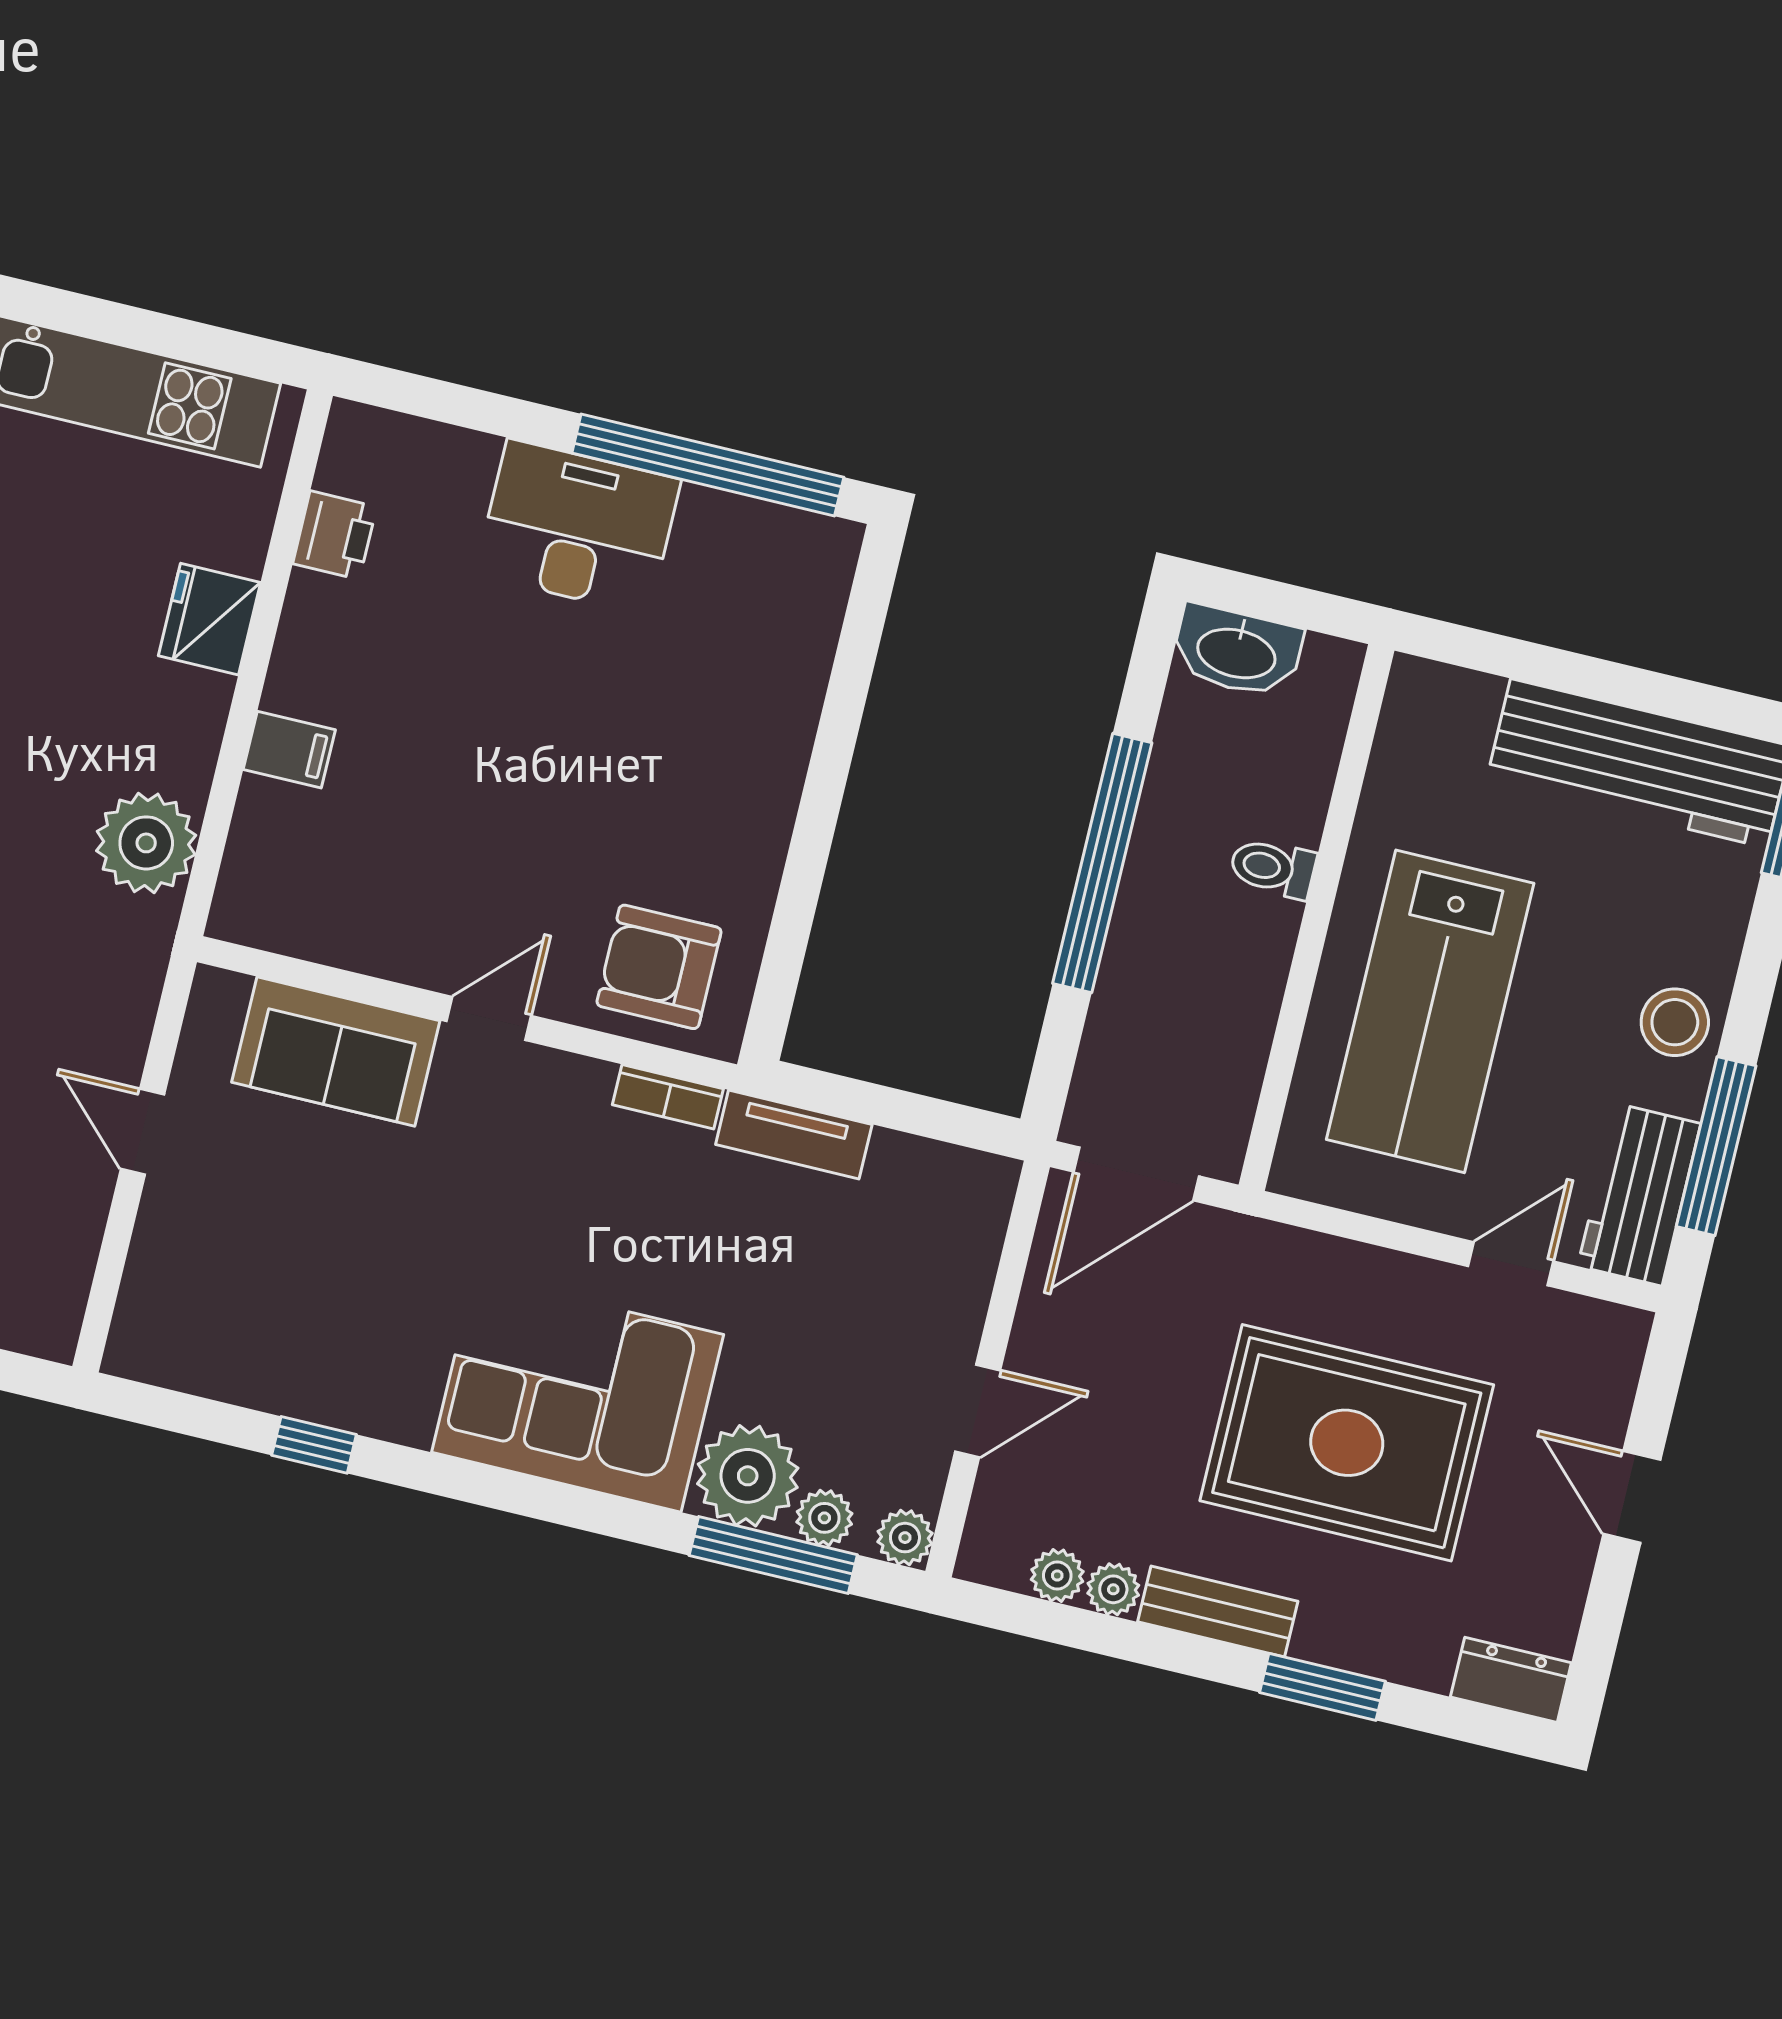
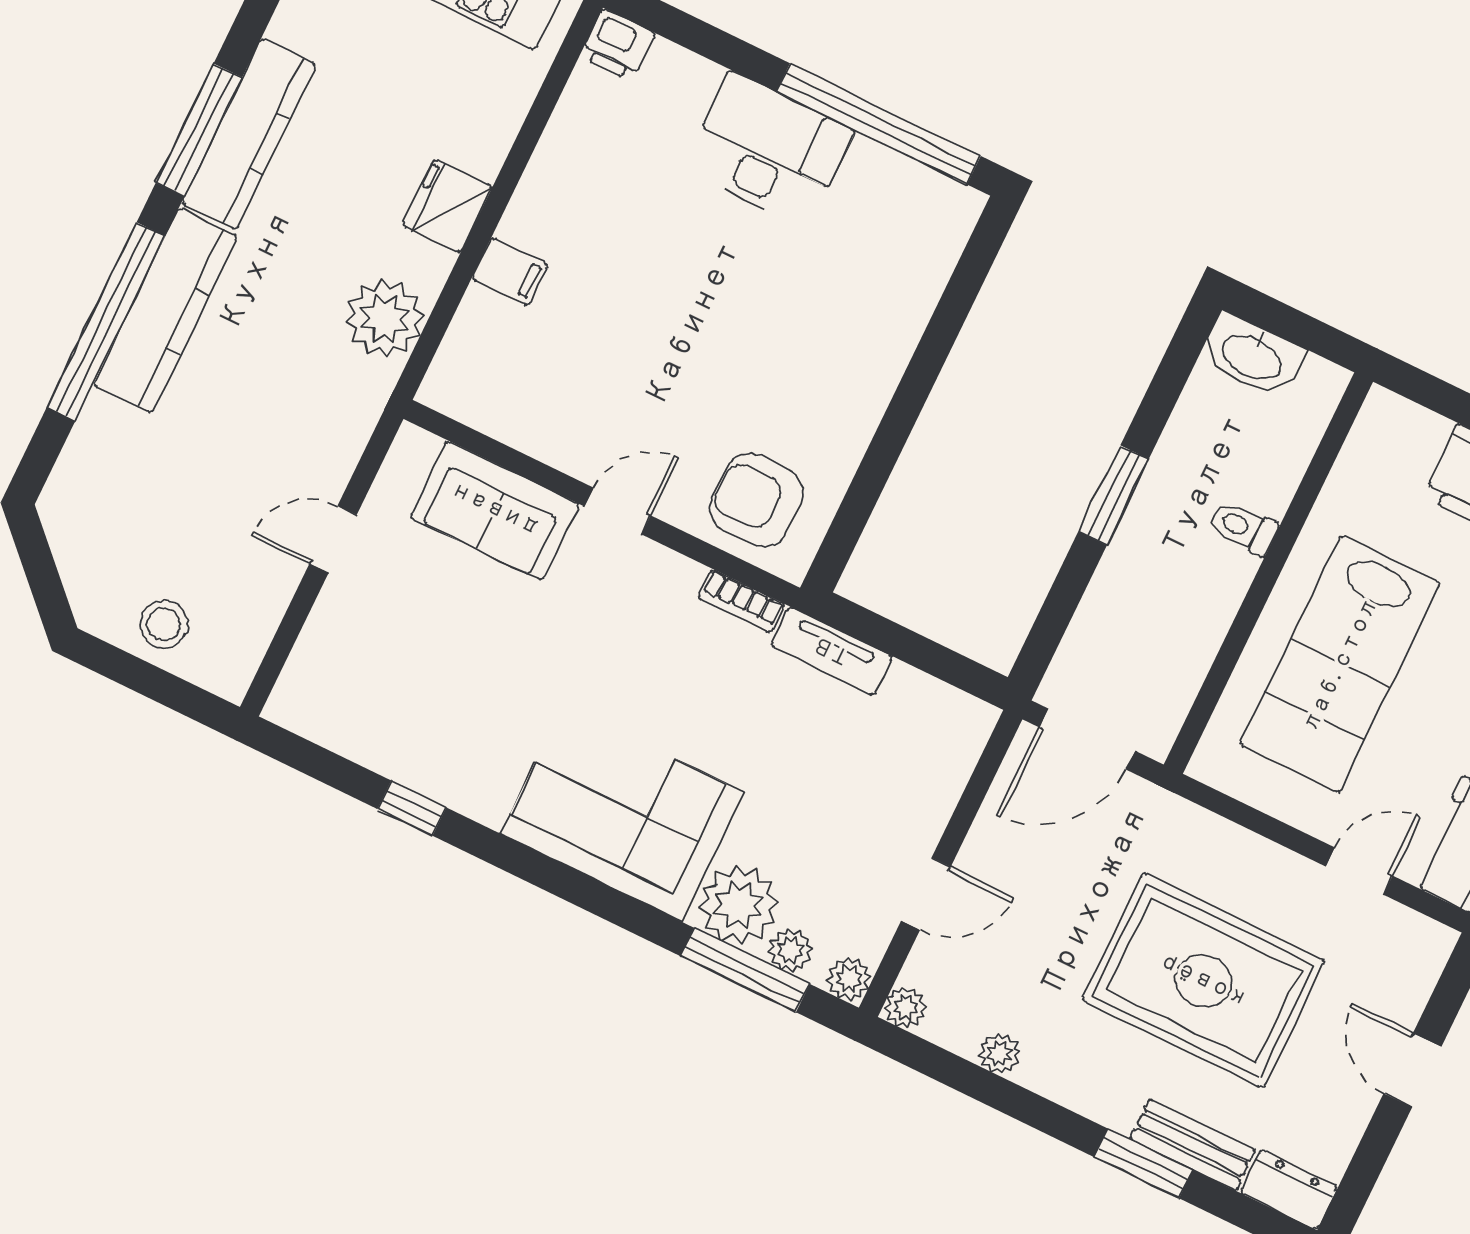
printer: (335, 535) -> (618, 45), moved, turned 90
fridge: (210, 619) -> (447, 206), moved
window: (1102, 863) -> (1114, 495), width x0.47
door: (142, 1132) -> (333, 539), hinge flipped
plant: (1057, 1576) -> (905, 1007), moved
bench: (1218, 1612) -> (1193, 1145), moved

